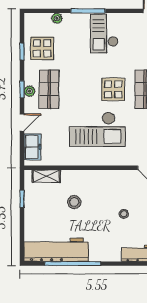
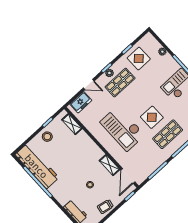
shelving: (122, 176) -> (109, 165), added
stool: (74, 202) -> (47, 137), moved

